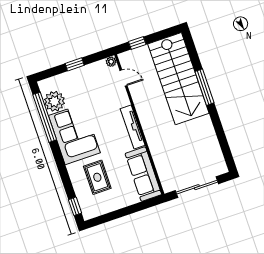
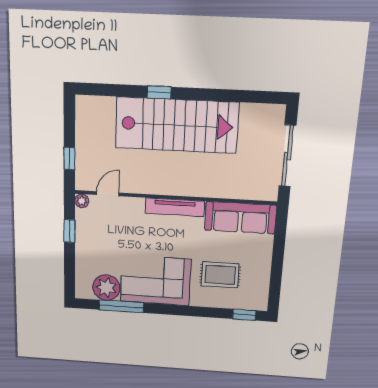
window: (75, 64) -> (69, 231), moved
stairs: (178, 79) -> (177, 125), moved
window: (204, 87) -> (159, 92), width x0.46
window: (45, 117) -> (121, 306), width x0.68

